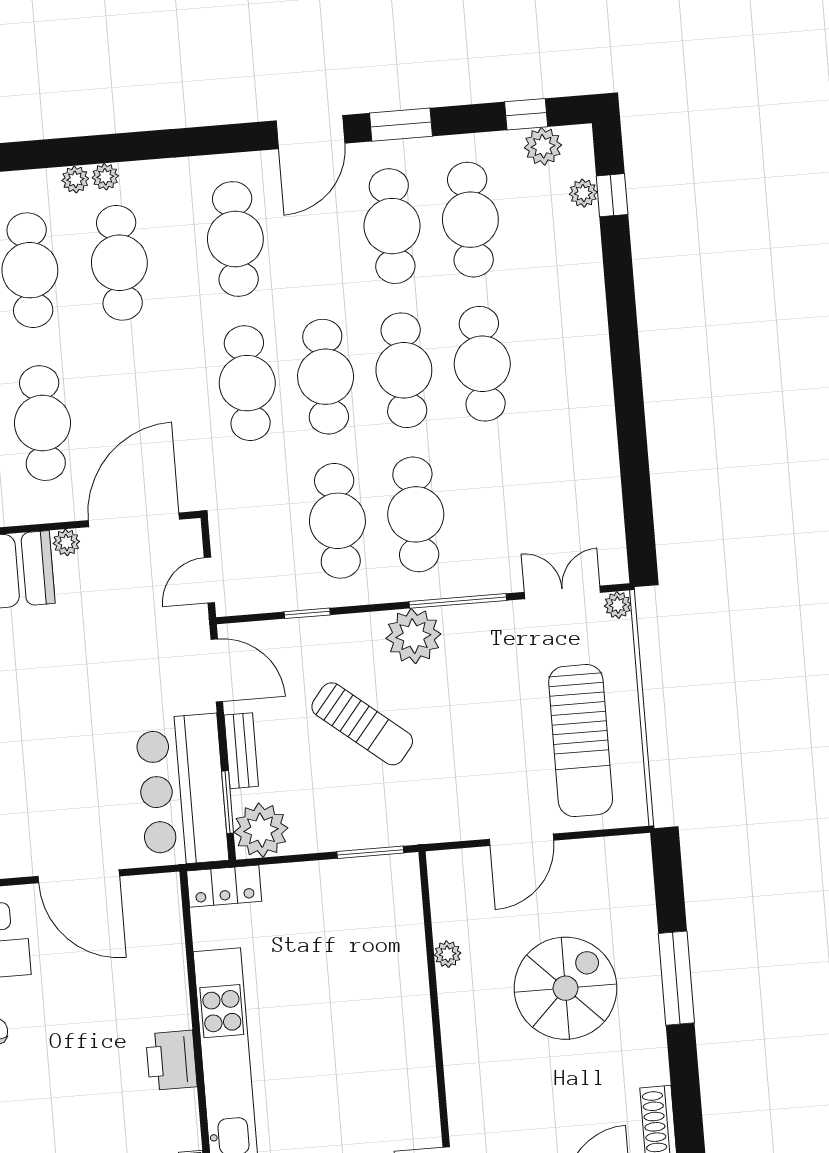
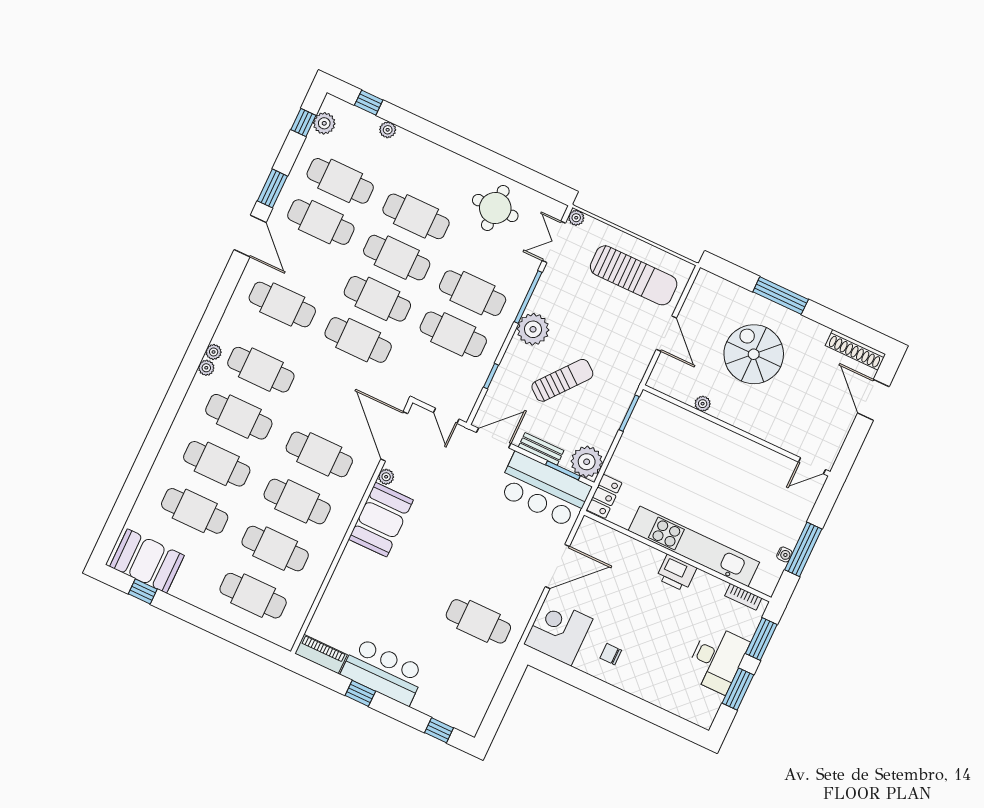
plant: (583, 193) -> (388, 130), moved
round table: (563, 475) -> (495, 208), added

